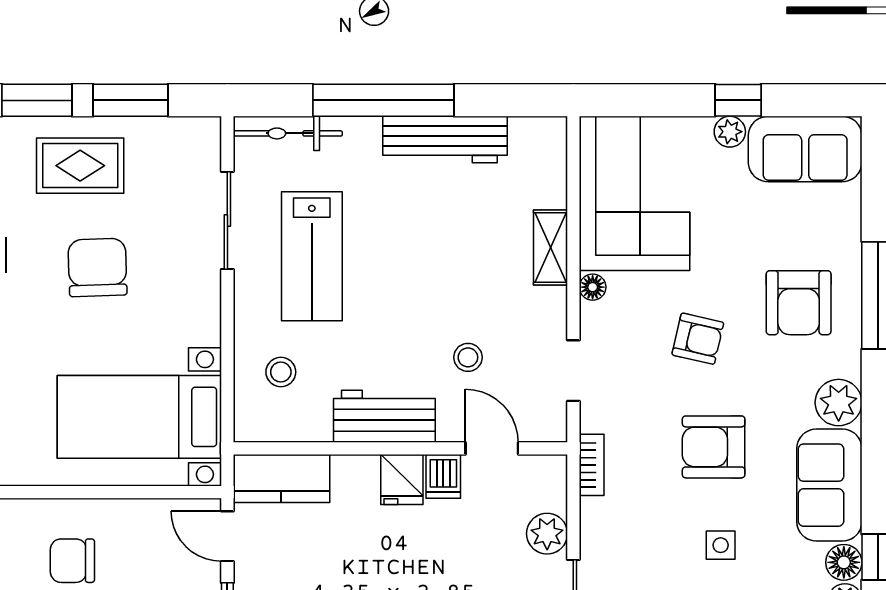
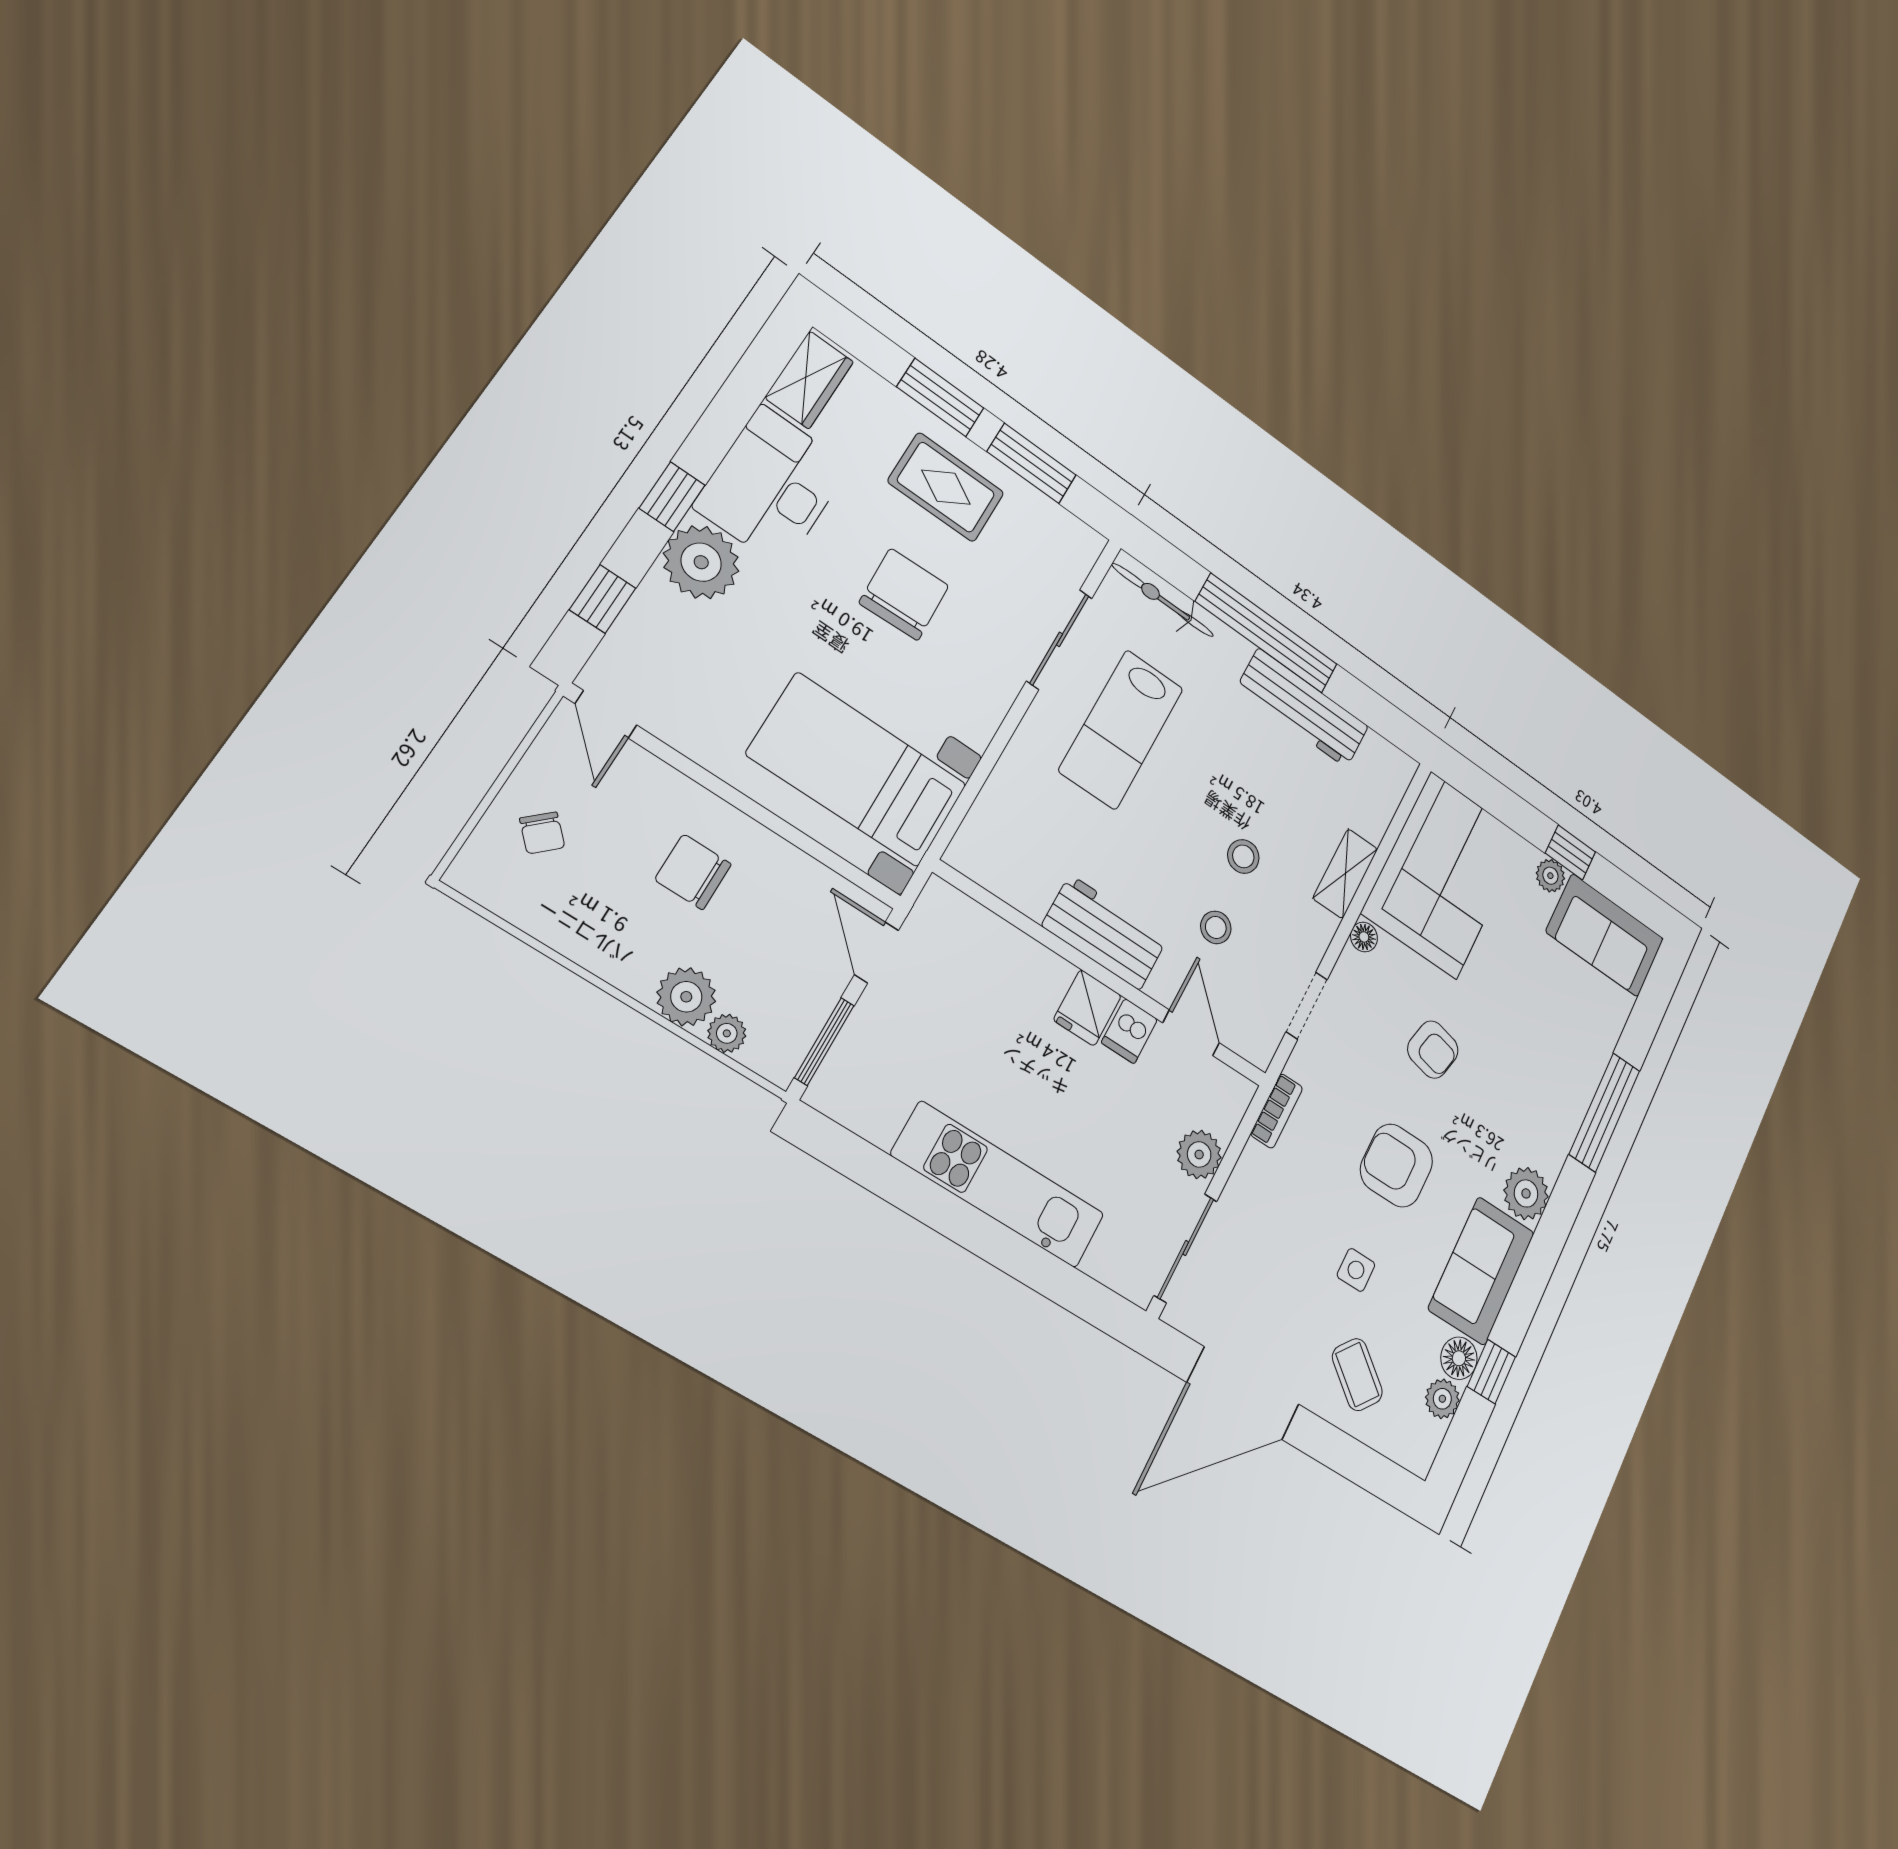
armchair: (799, 303) -> (1535, 1074), removed
stool: (281, 372) -> (1243, 856), moved
kitchen counter: (281, 478) -> (967, 928), removed

